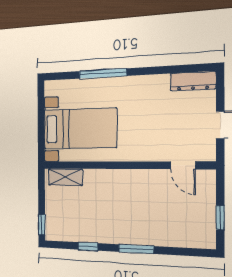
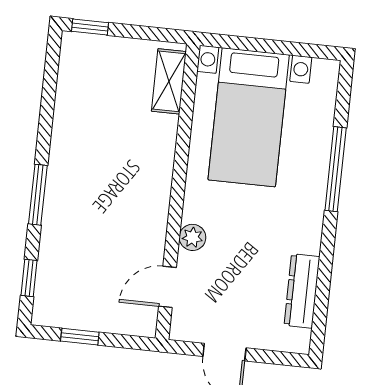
dresser: (193, 81) -> (302, 291), moved
plant: (151, 153) -> (192, 237), added
window: (88, 246) -> (29, 278), moved

